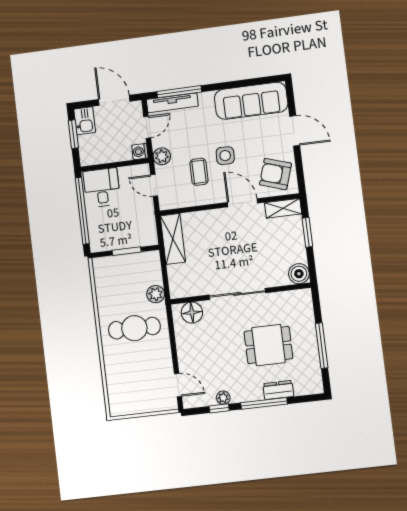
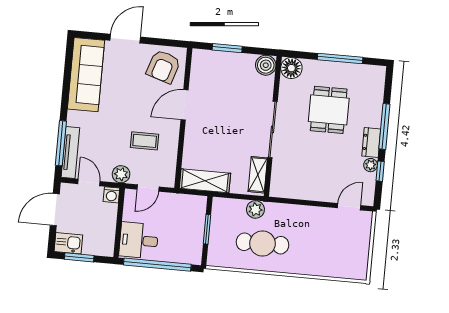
side table: (225, 156) -> (134, 112), removed
shelving: (283, 208) -> (258, 175), moved
floor lamp: (192, 313) -> (291, 68), moved
cafe table: (134, 328) -> (262, 243), moved, turned 90
dresser: (278, 390) -> (371, 142), moved

